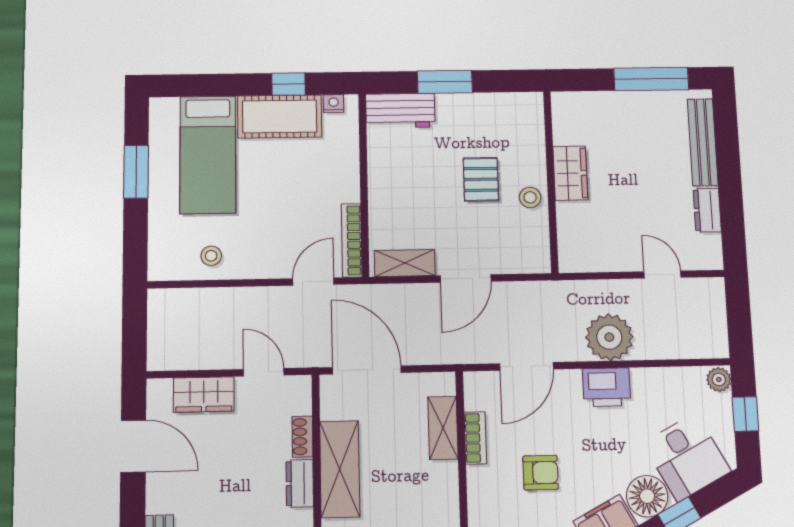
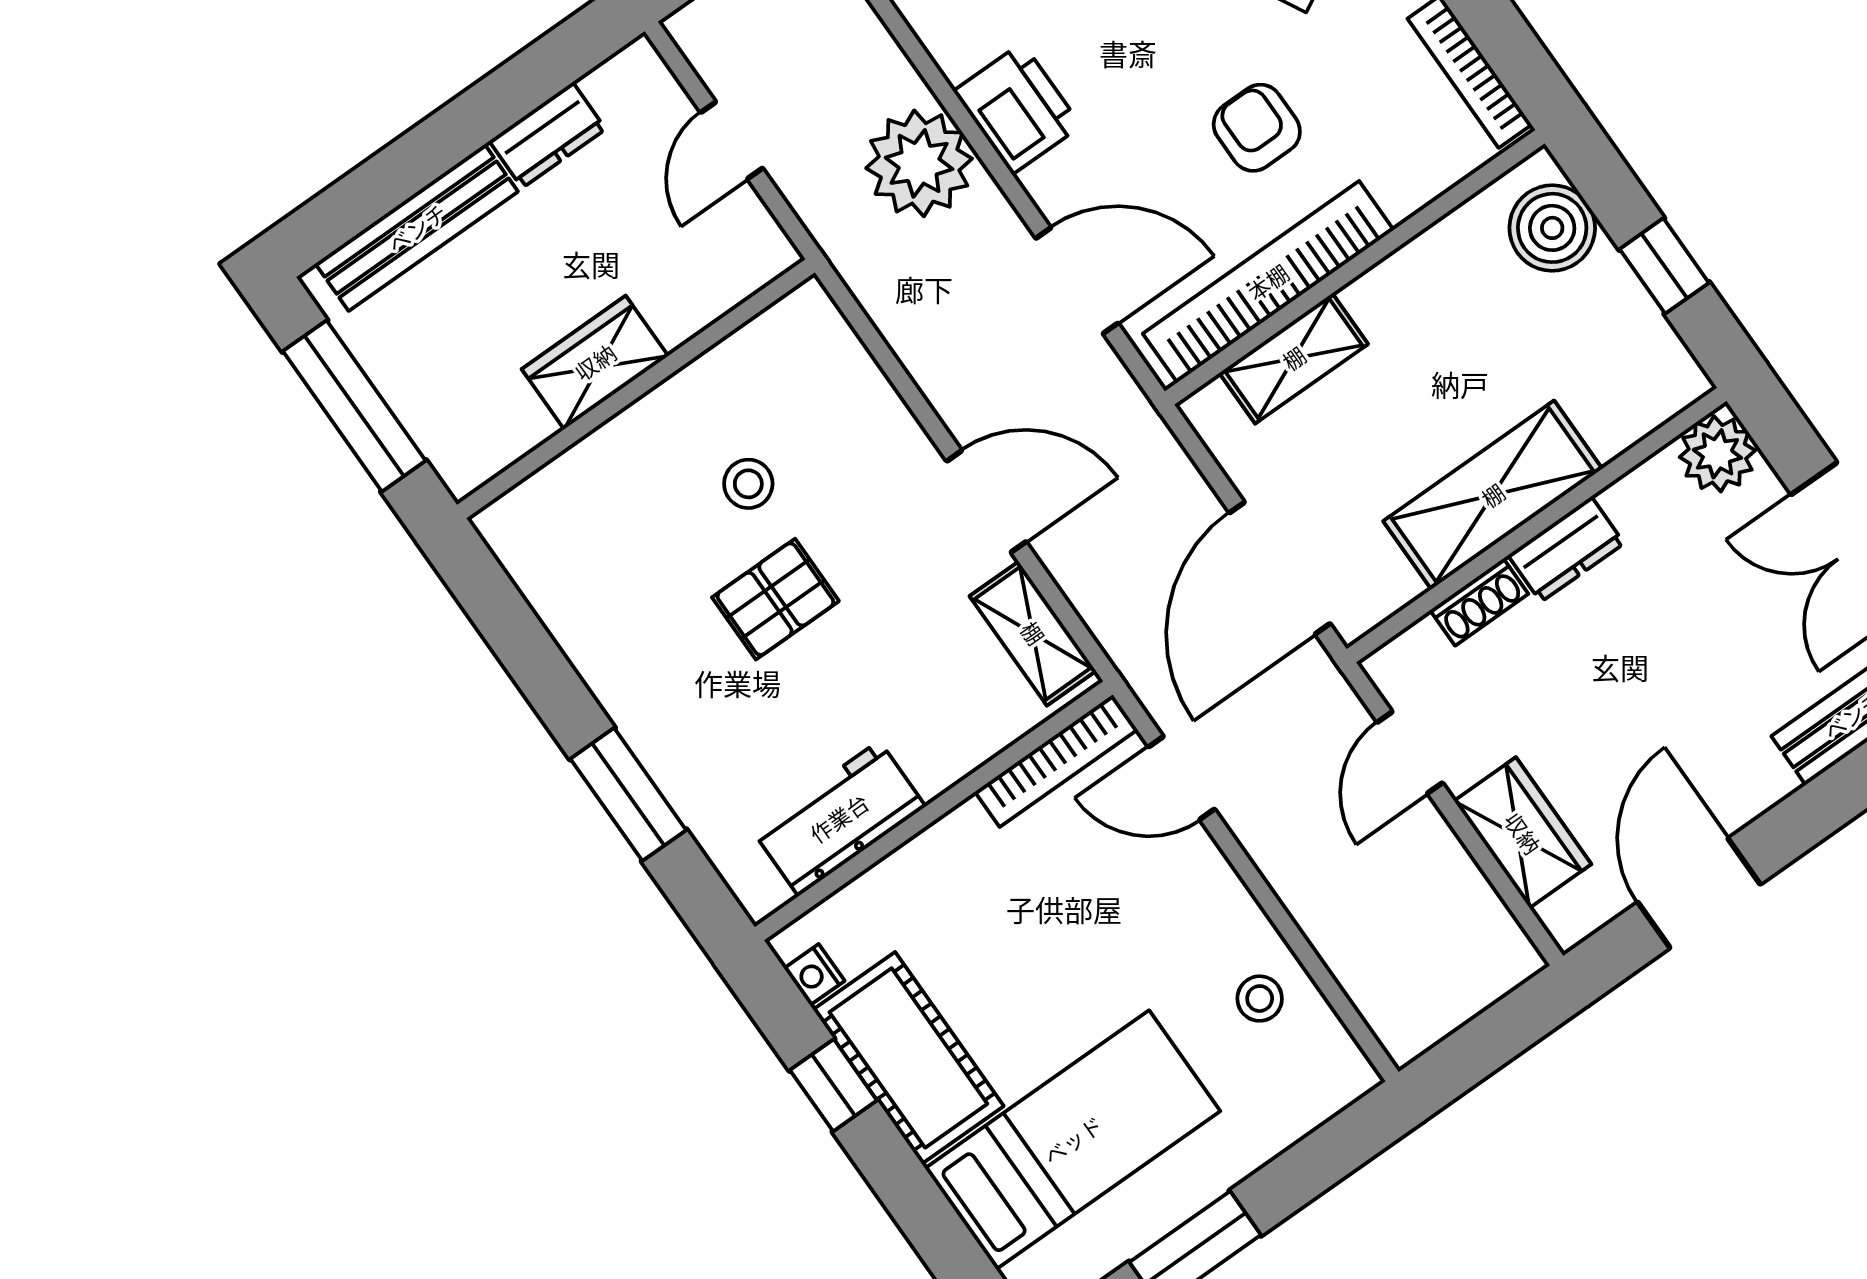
workbench: (400, 111) -> (839, 818), moved, turned -90
wardrobe: (570, 173) -> (595, 362), moved
wall: (551, 181) -> (636, 389), moved
bookcase: (475, 438) -> (1268, 282), width x2.31, depth x1.31

